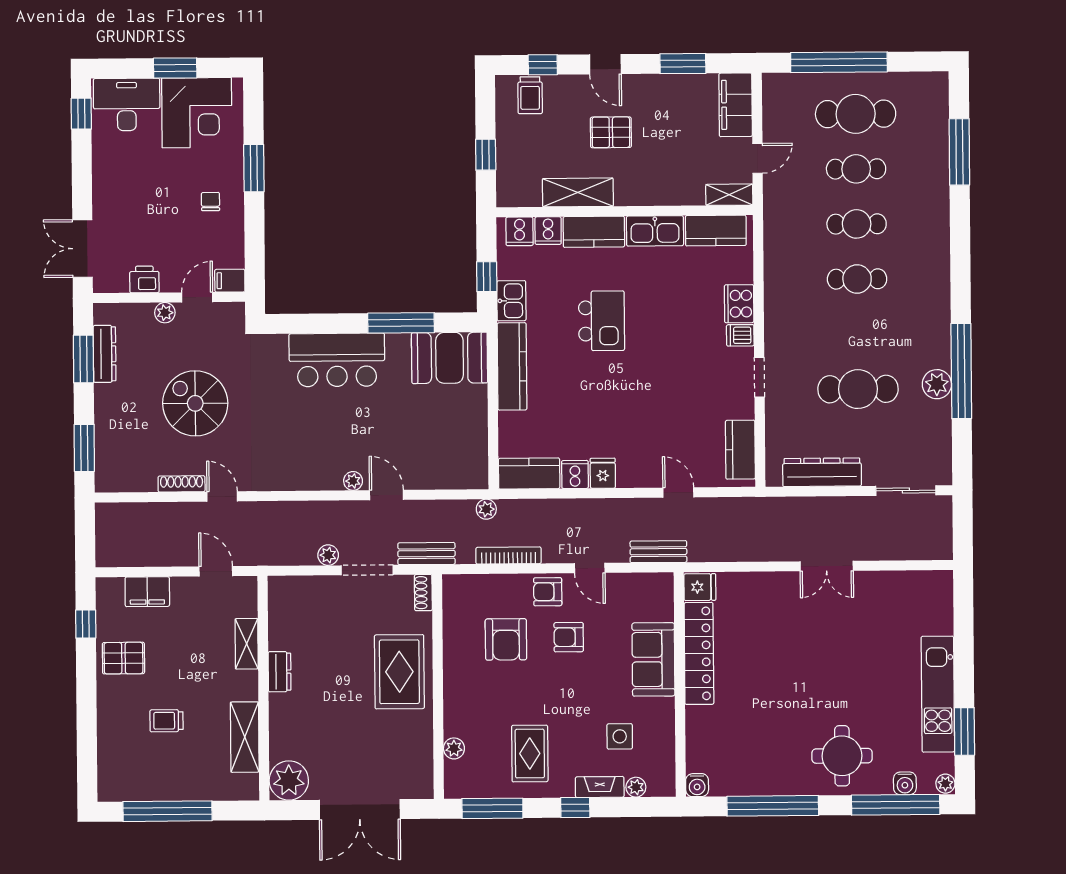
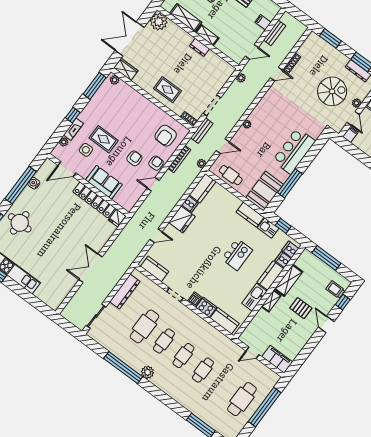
door: (605, 64) -> (326, 324), hinge flipped
window: (683, 64) -> (306, 352), removed
pallet: (611, 132) -> (301, 308), turned 90
window: (486, 155) -> (326, 258), width x2.17
door: (757, 158) -> (252, 353), hinge flipped
cafe table: (856, 169) -> (164, 341), moved
shelving: (729, 195) -> (271, 301), moved
kitchen counter: (716, 231) -> (225, 321), moved, turned 90
kitchen island: (602, 321) -> (237, 254), turned -90
kitchen counter: (512, 366) -> (250, 215), width x0.67
plant: (937, 384) -> (148, 372), moved
spiral stairs: (195, 403) -> (332, 91), moved
cafe table: (467, 441) -> (231, 175), added
fridge: (603, 473) -> (182, 219), width x1.88, depth x1.34
door: (386, 495) -> (223, 146), moved
bench: (658, 552) -> (275, 33), moved
plant: (328, 555) -> (241, 78), moved
double door: (827, 566) -> (91, 268), width x1.37
filing cabinet: (147, 592) -> (263, 22), width x0.50
armchair: (506, 639) -> (166, 136), moved, turned -90
shelving: (247, 644) -> (207, 35), moved
rug: (399, 672) -> (167, 90), width x0.73, depth x0.70
door: (680, 744) -> (67, 169), added
plant: (454, 748) -> (115, 80), moved
rug: (530, 754) -> (104, 139), moved
wardrobe: (420, 775) -> (126, 69), added
water cooler: (697, 785) -> (34, 183), moved

